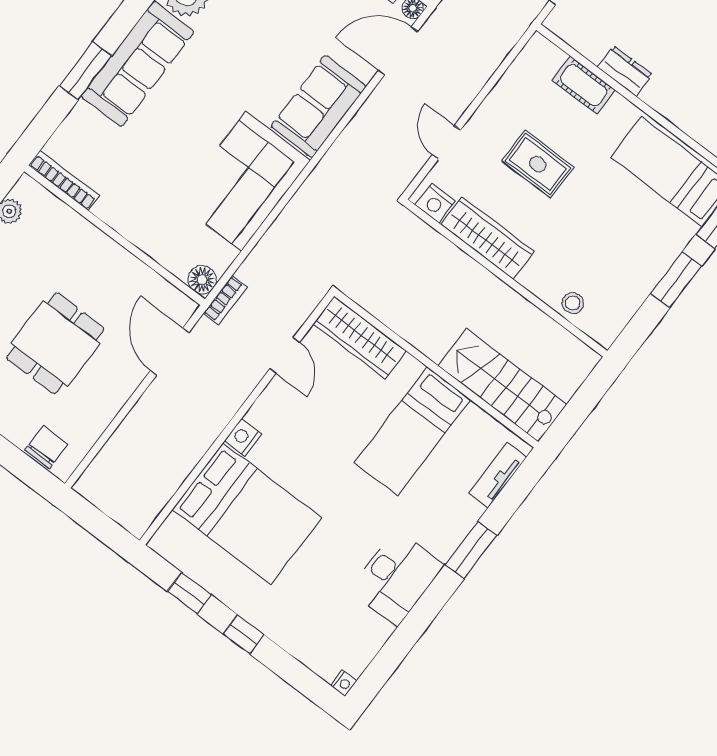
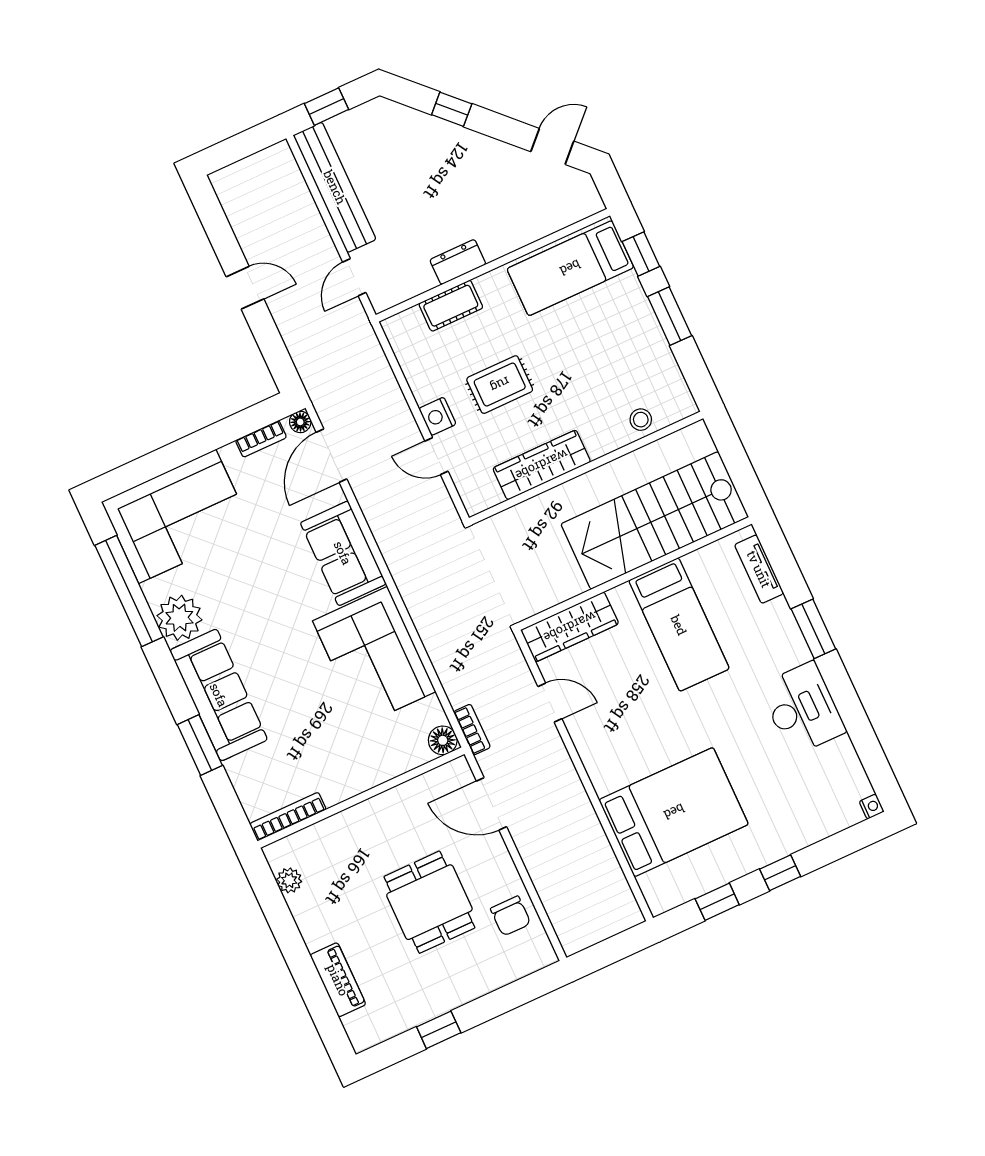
nightstand: (435, 203) -> (437, 416), moved, turned 90
stairs: (503, 385) -> (655, 520), width x1.36, depth x1.51
nightstand: (243, 437) -> (603, 779), removed
chair: (46, 447) -> (511, 916), moved, turned 180

